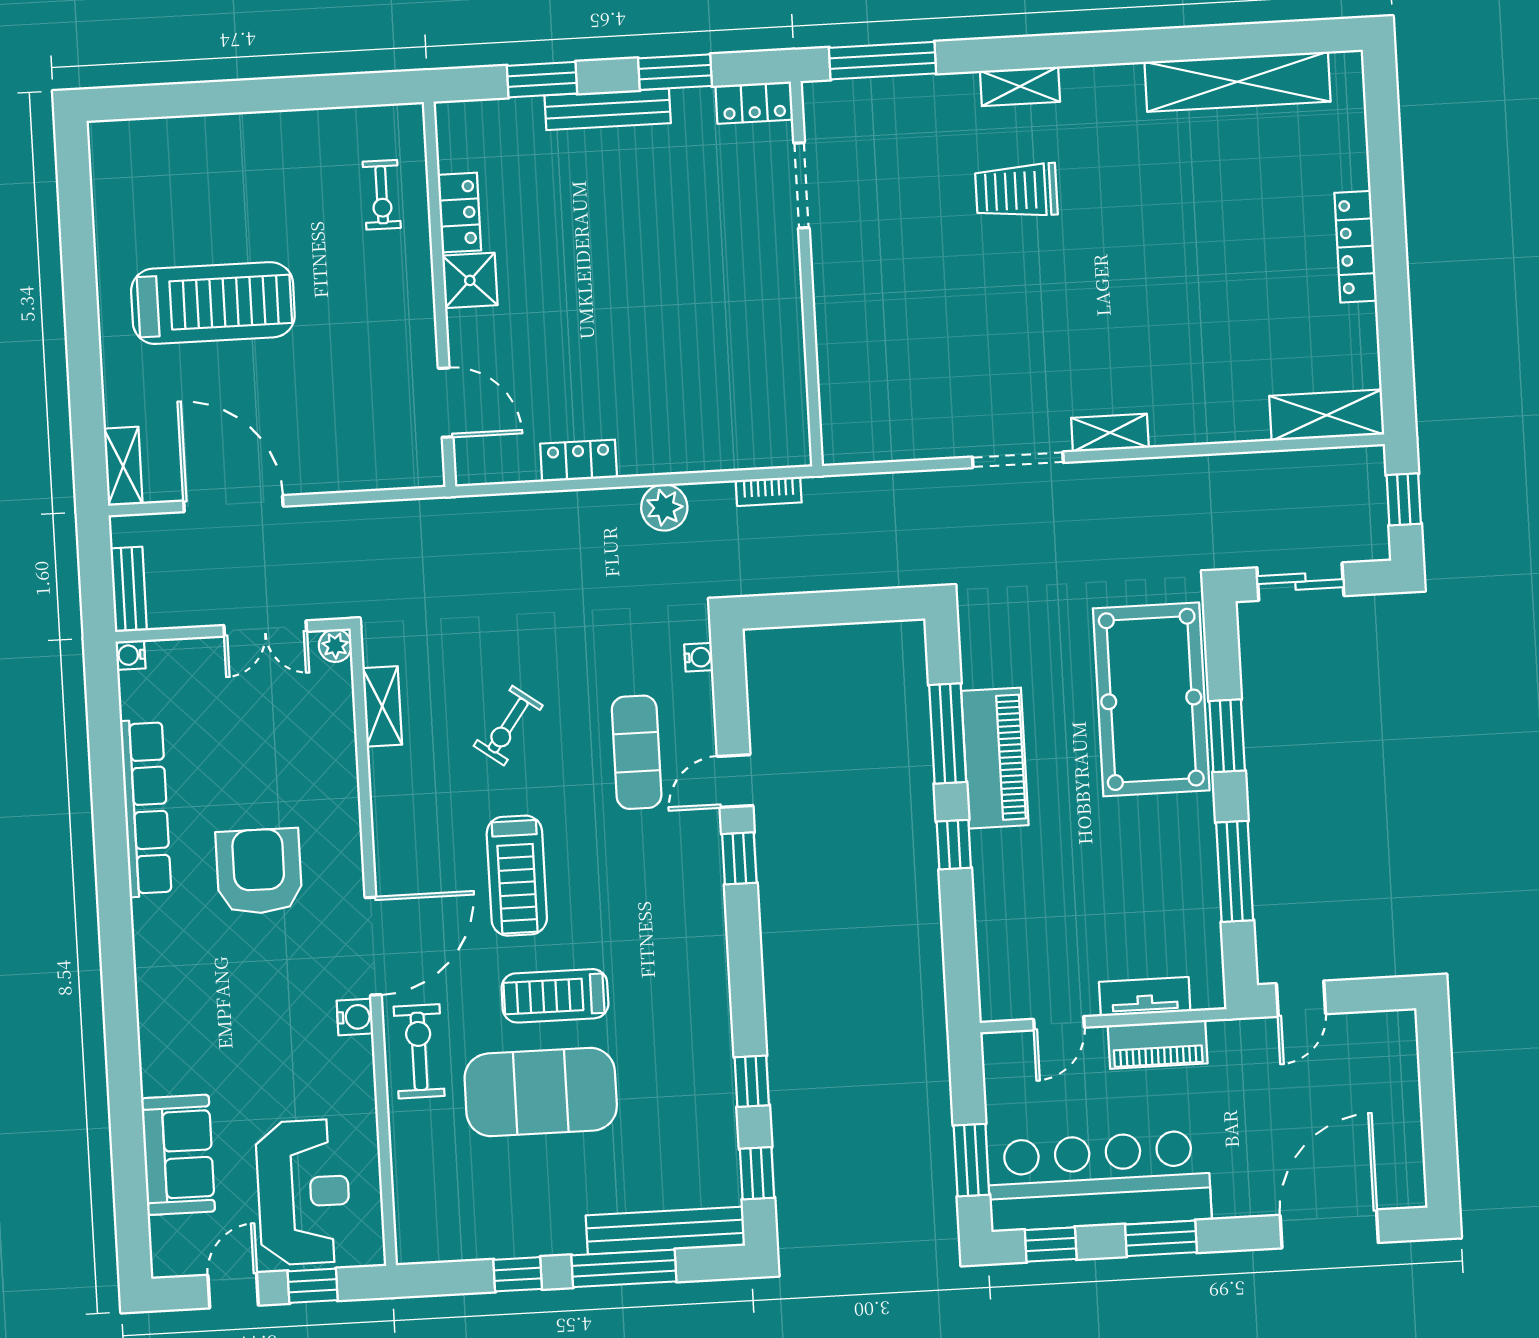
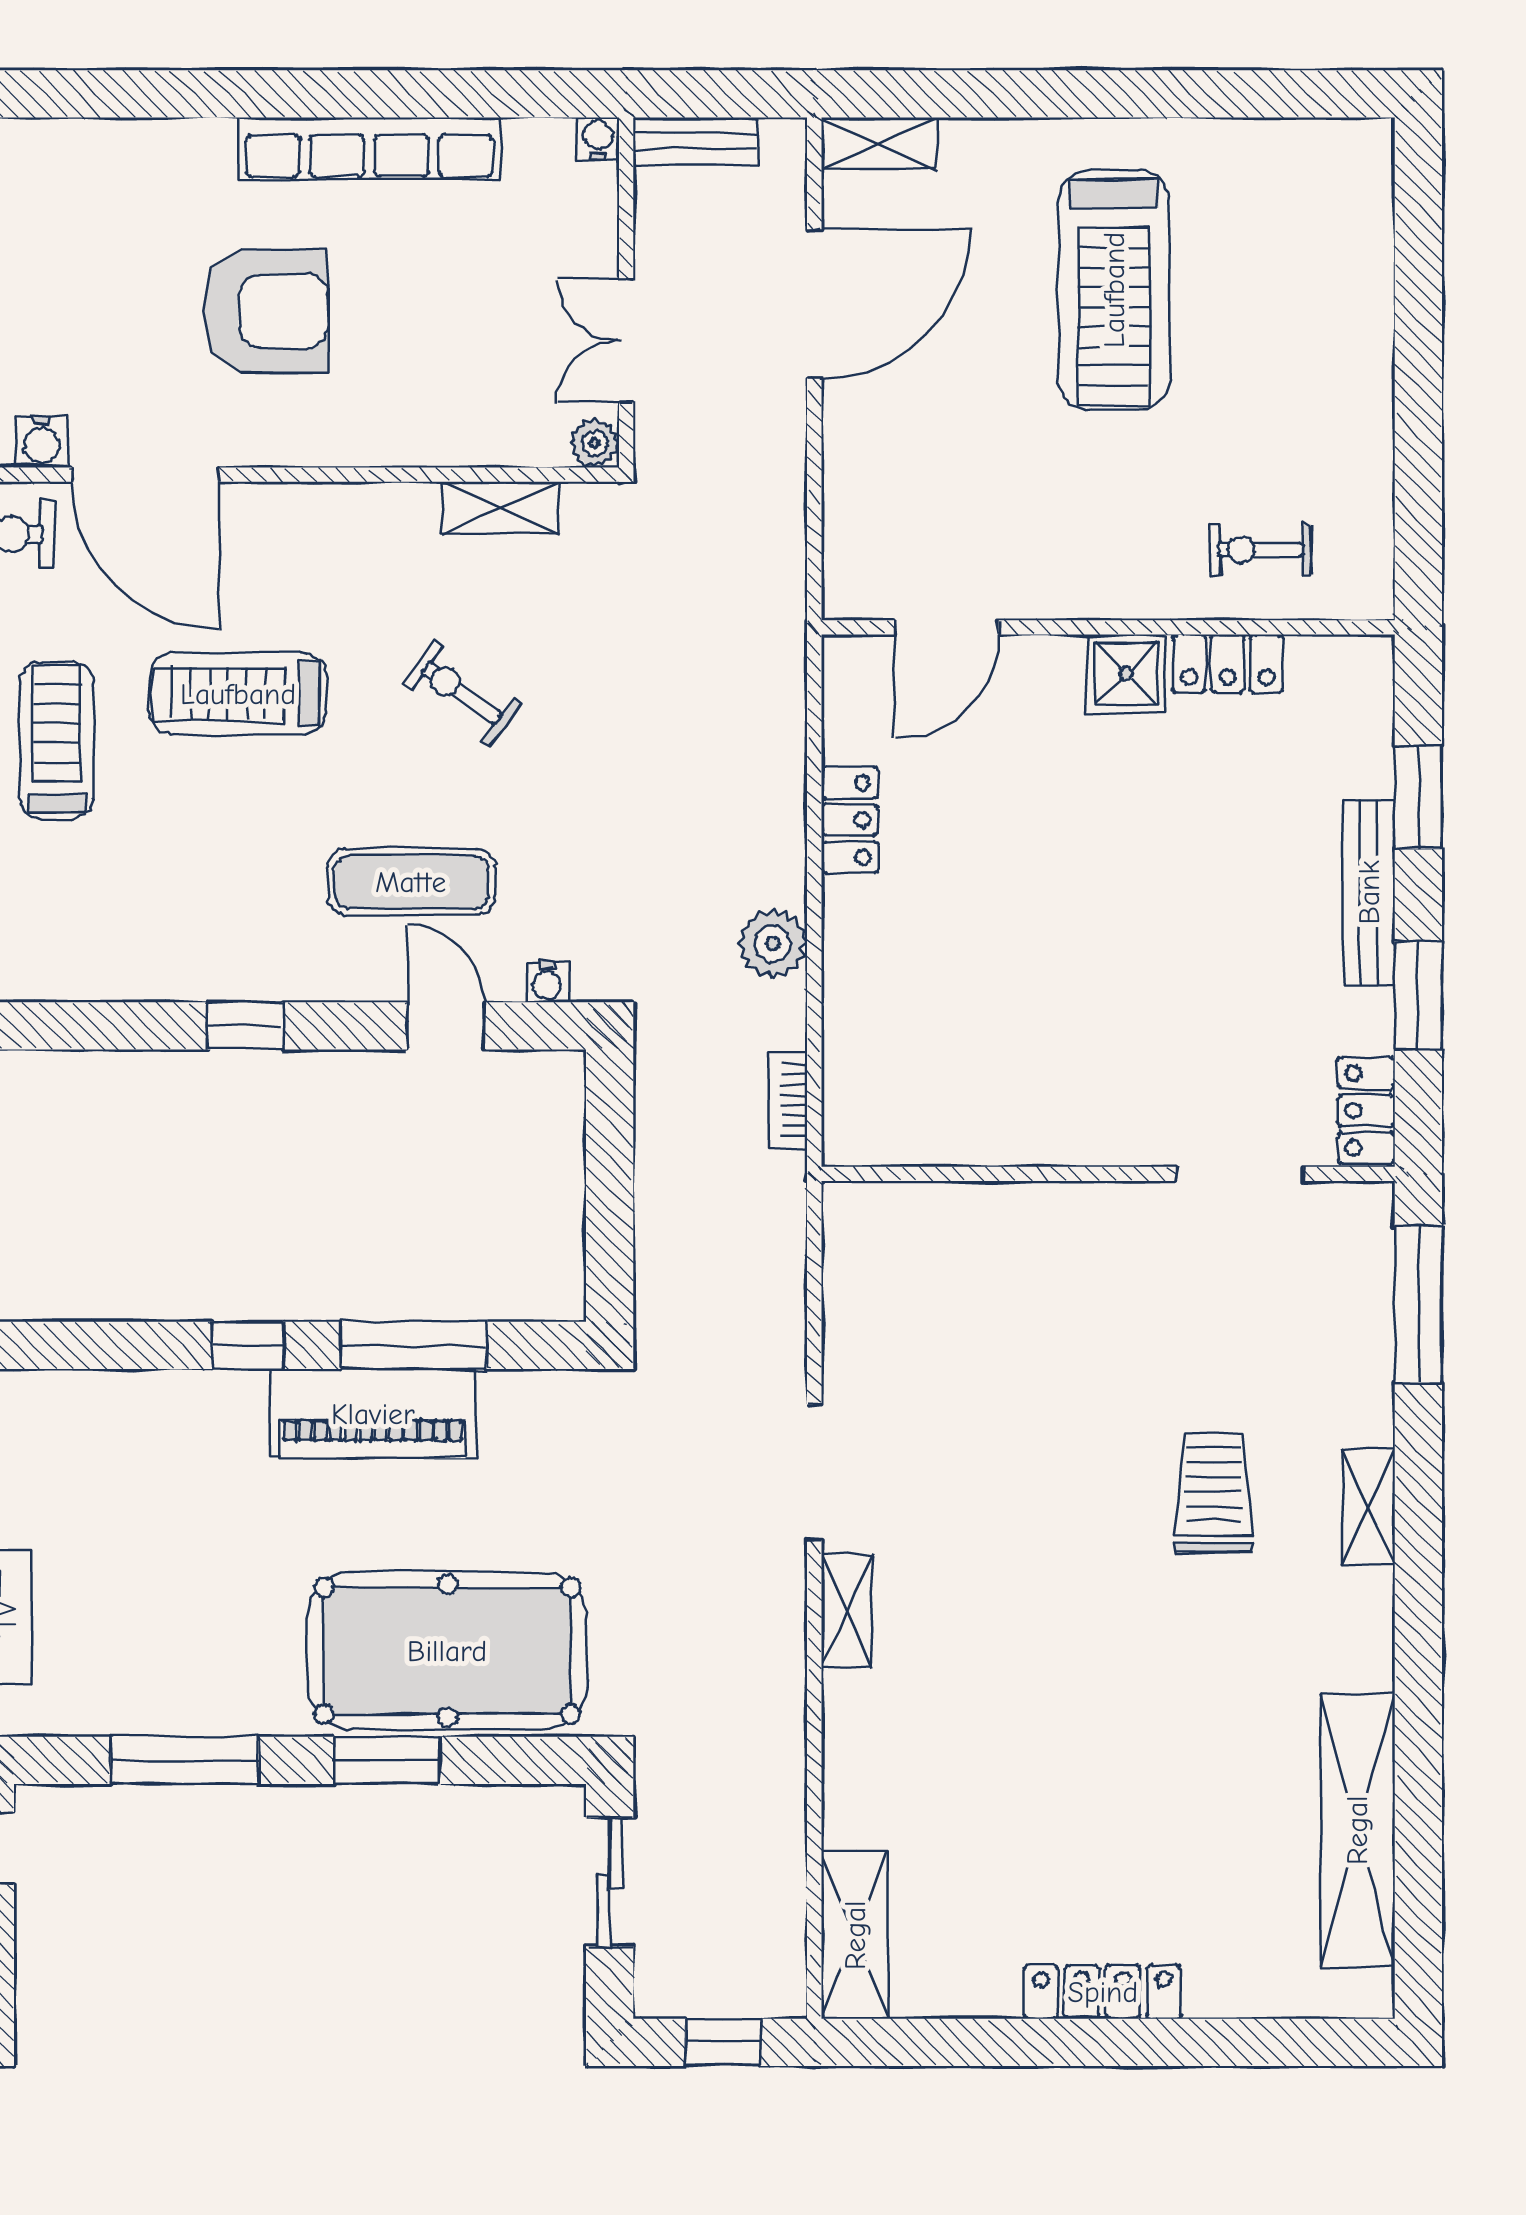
door: (735, 781) -> (446, 1026), moved

